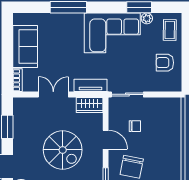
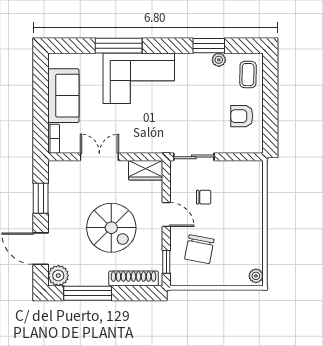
corner sofa: (112, 33) -> (139, 78), moved
tv unit: (91, 85) -> (147, 145), removed

